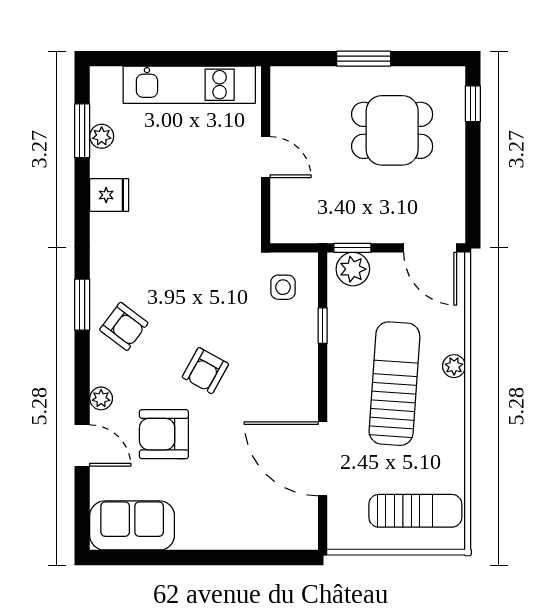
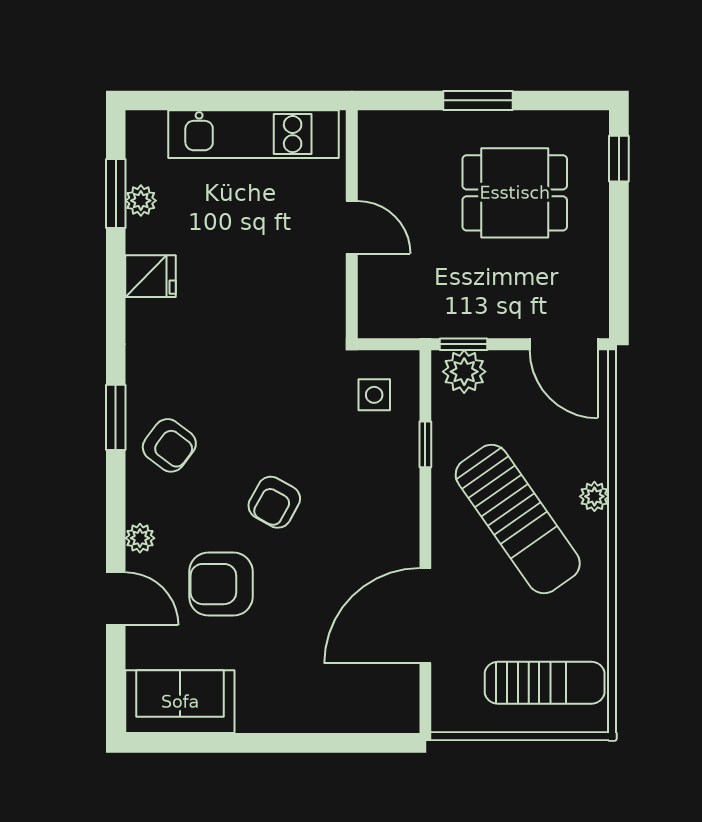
sun lounger: (394, 384) -> (518, 519), turned 141
door: (323, 459) -> (425, 616), hinge flipped

